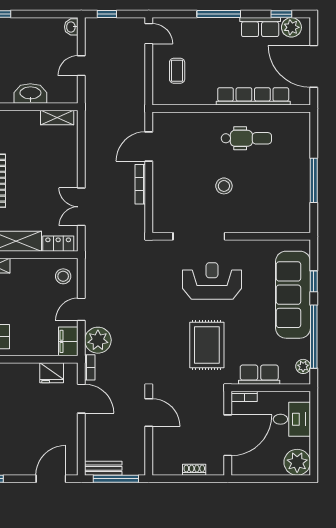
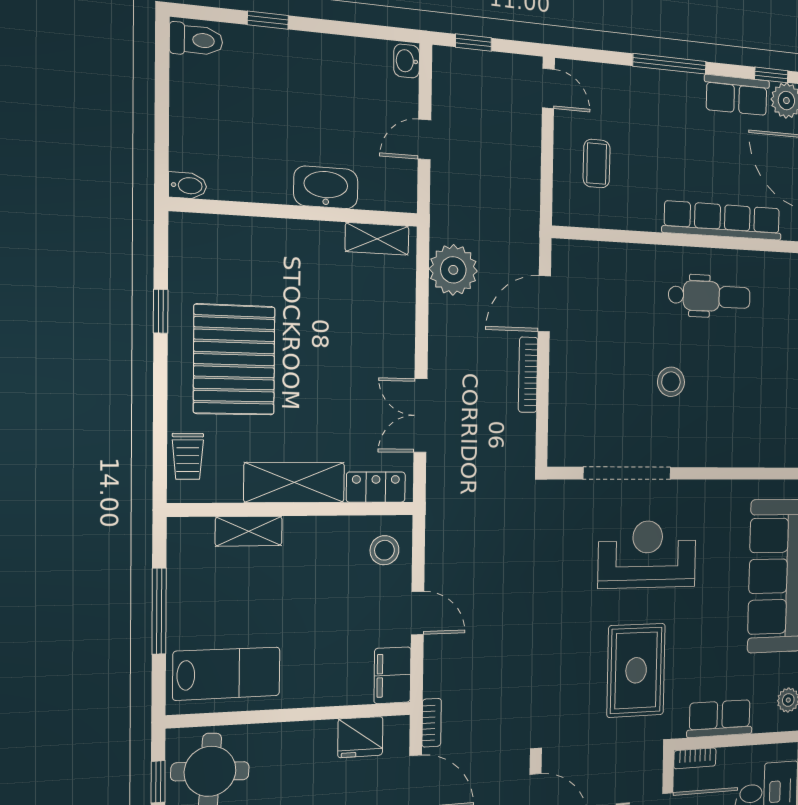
door: (81, 309) -> (418, 613), swing flipped
plant: (98, 340) -> (453, 270), moved

